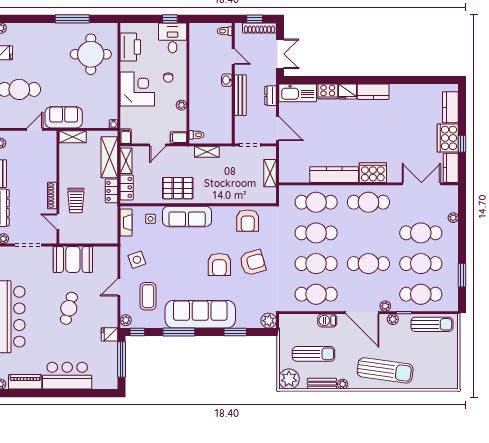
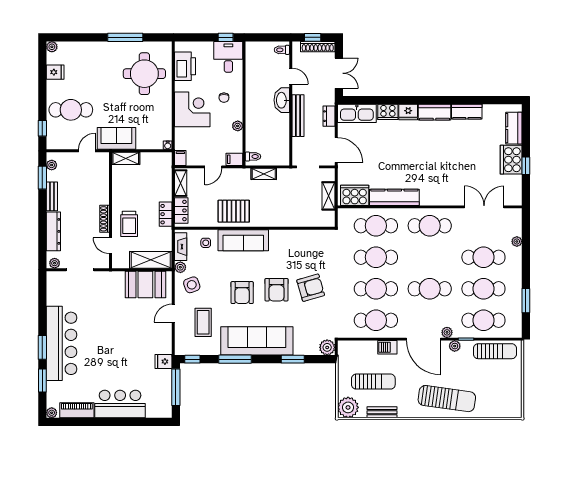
washbasin: (227, 80) -> (282, 100), width x1.91, depth x1.45
shelving: (109, 157) -> (151, 260), moved, turned 90
kitchen counter: (451, 168) -> (467, 112), moved, turned -90
cooker: (373, 173) -> (355, 195), moved
armchair: (248, 221) -> (242, 293), moved
booth: (73, 259) -> (145, 284), moved
cafe table: (69, 308) -> (122, 335), removed
plant: (126, 320) -> (180, 267), moved
plant: (343, 384) -> (403, 413), removed

